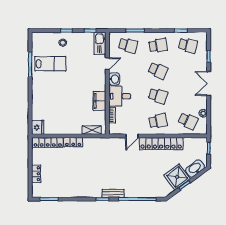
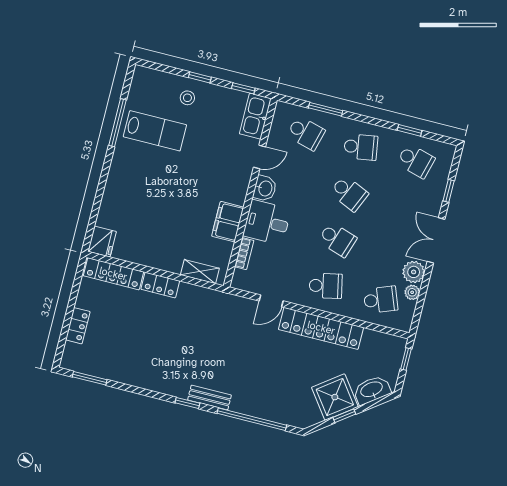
plant: (201, 103) -> (414, 272), added
school desk: (188, 121) -> (381, 300), turned -45

